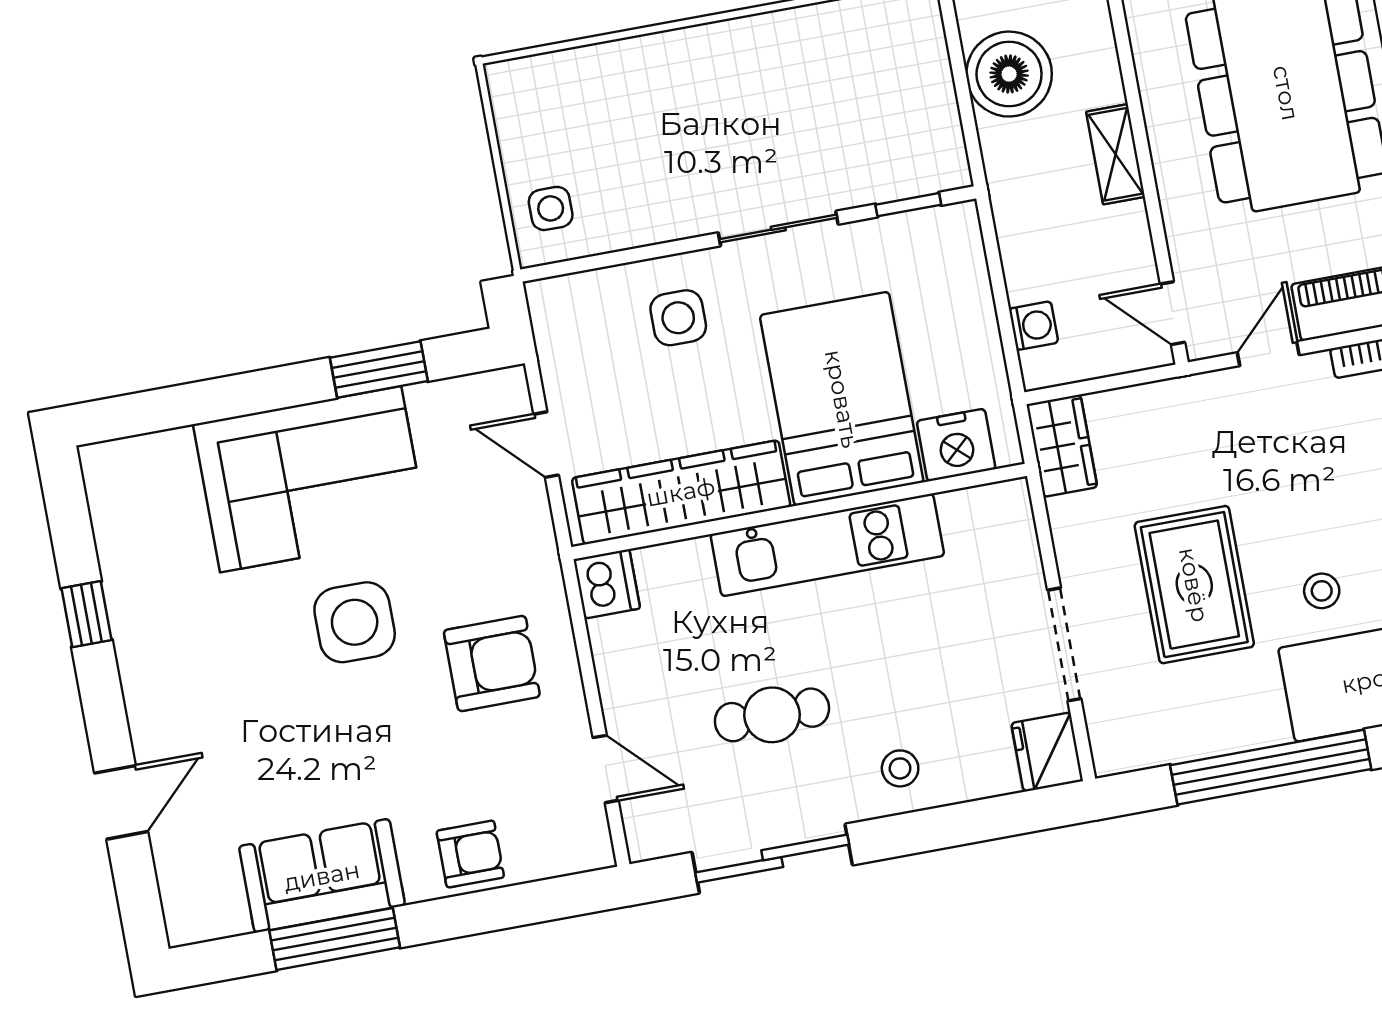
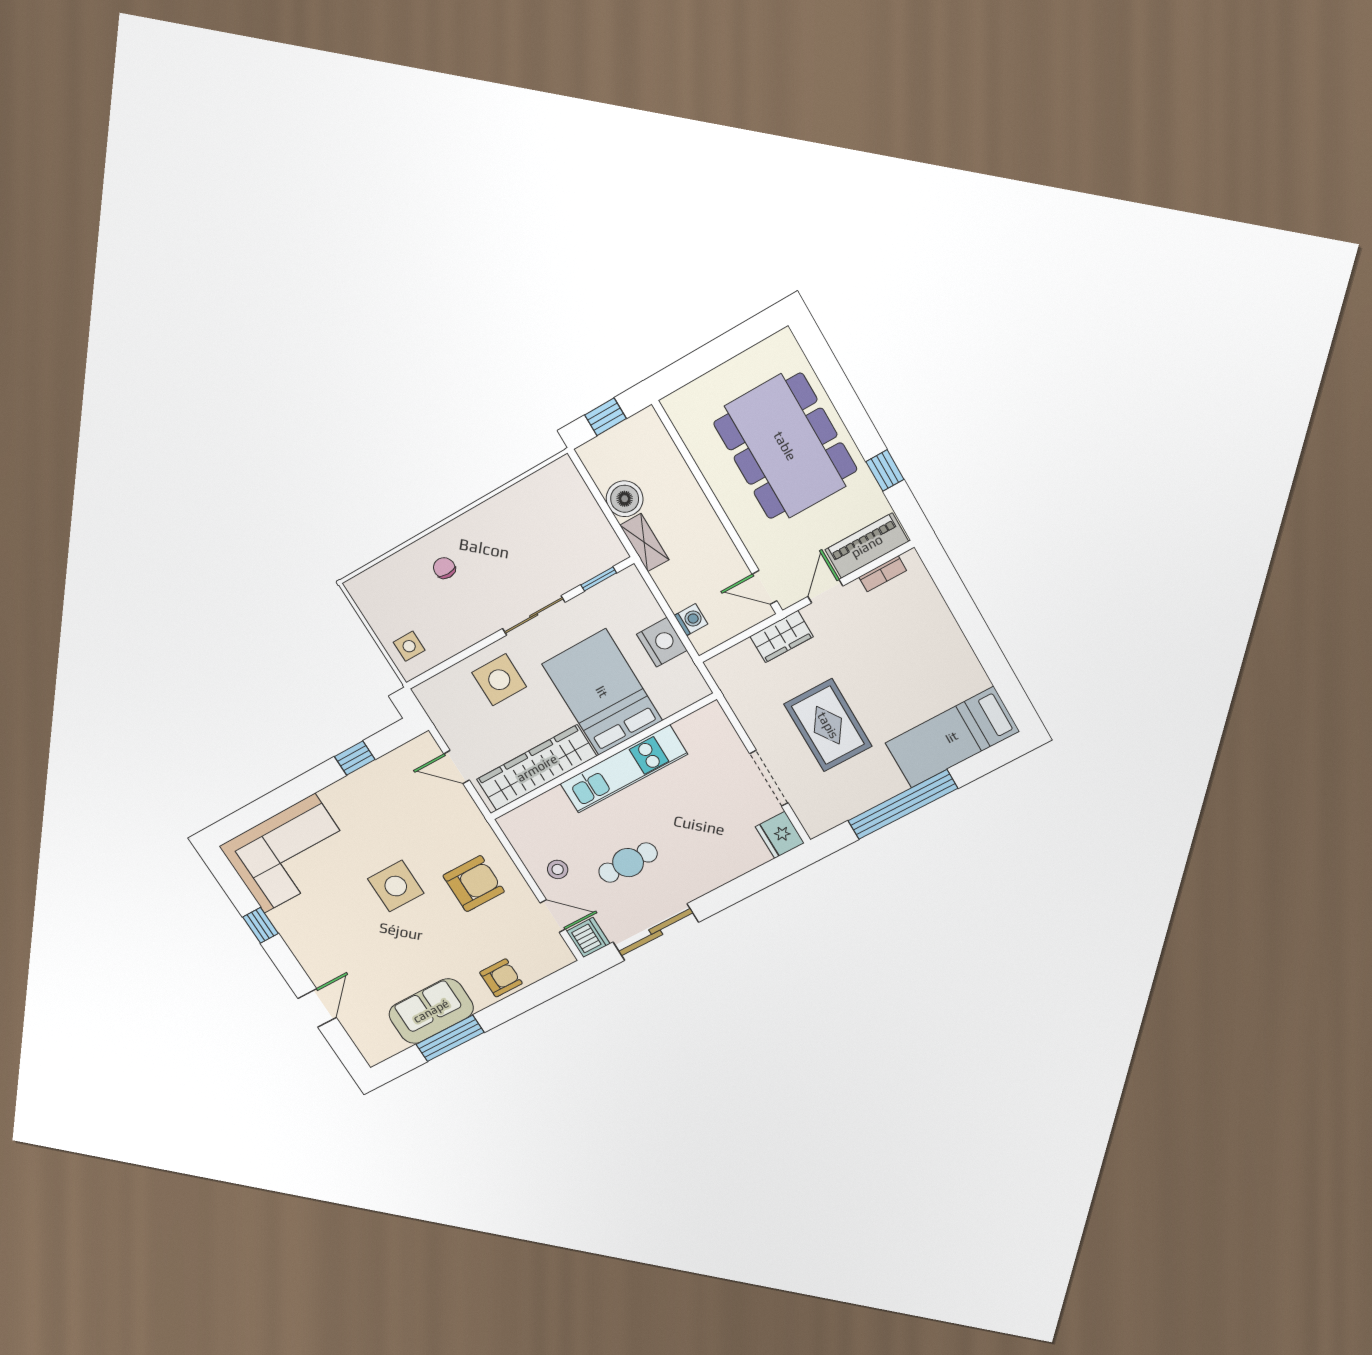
boiler: (1009, 74) -> (625, 499), width x0.73, depth x0.73
chair: (662, 98) -> (444, 568), added
shelving: (1116, 154) -> (644, 542), moved
side table: (678, 318) -> (499, 680), width x1.37, depth x1.37
window: (379, 369) -> (355, 758), width x0.67
nightstand: (956, 445) -> (662, 642), moved, turned -90
wardrobe: (1062, 446) -> (782, 637), moved, turned 90
corner sofa: (311, 479) -> (289, 854), moved
dishwasher: (607, 584) -> (588, 937), moved
stool: (1322, 591) -> (899, 706), removed
stool: (900, 768) -> (558, 869), moved

